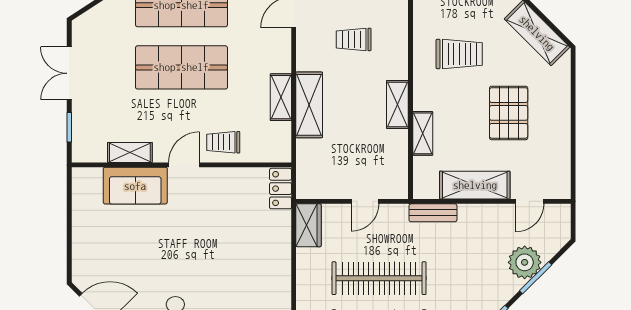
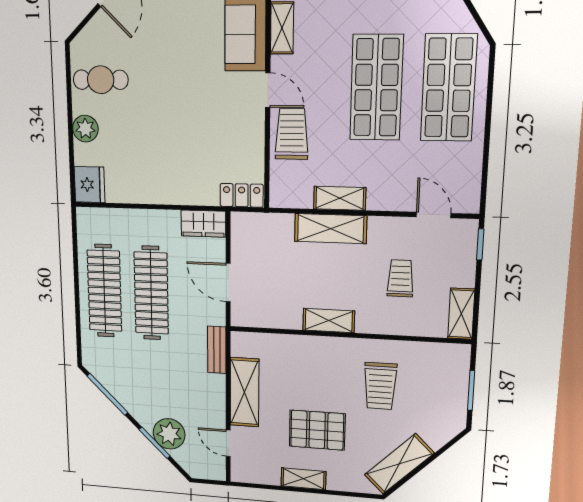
shelving: (423, 133) -> (303, 479), moved
trolley: (223, 142) -> (292, 134), width x1.36, depth x1.39
door: (365, 201) -> (228, 283), width x1.37

